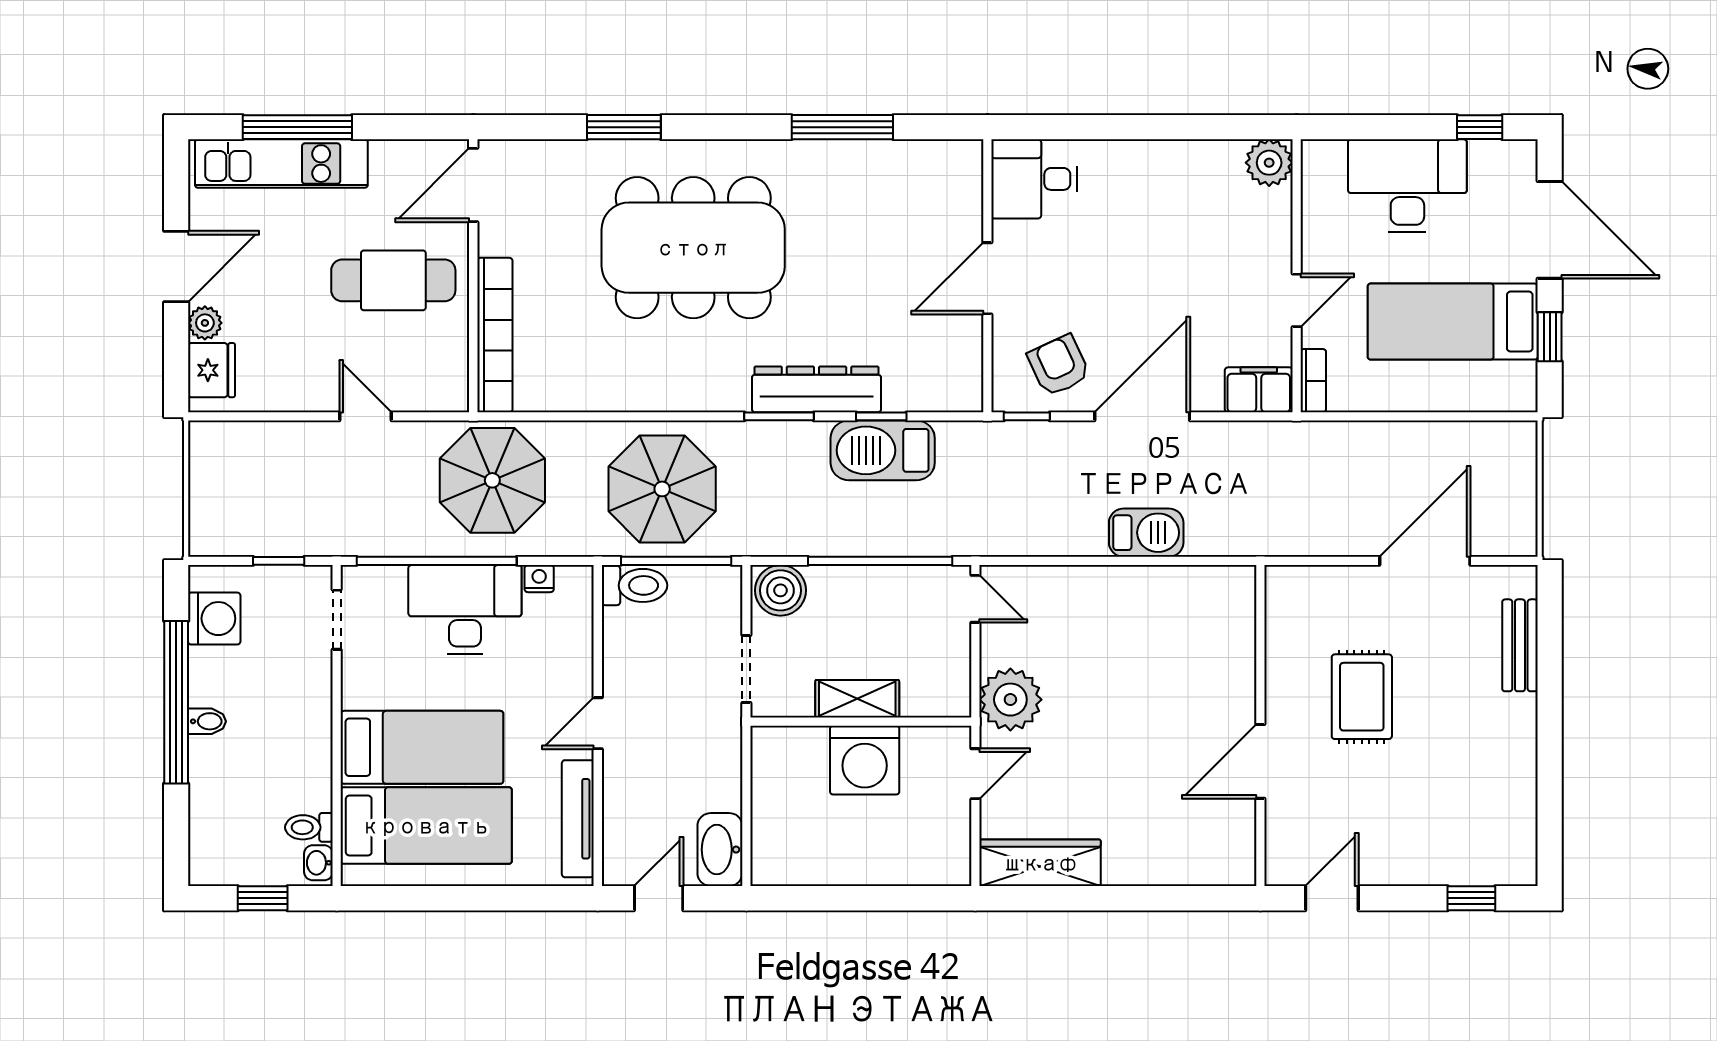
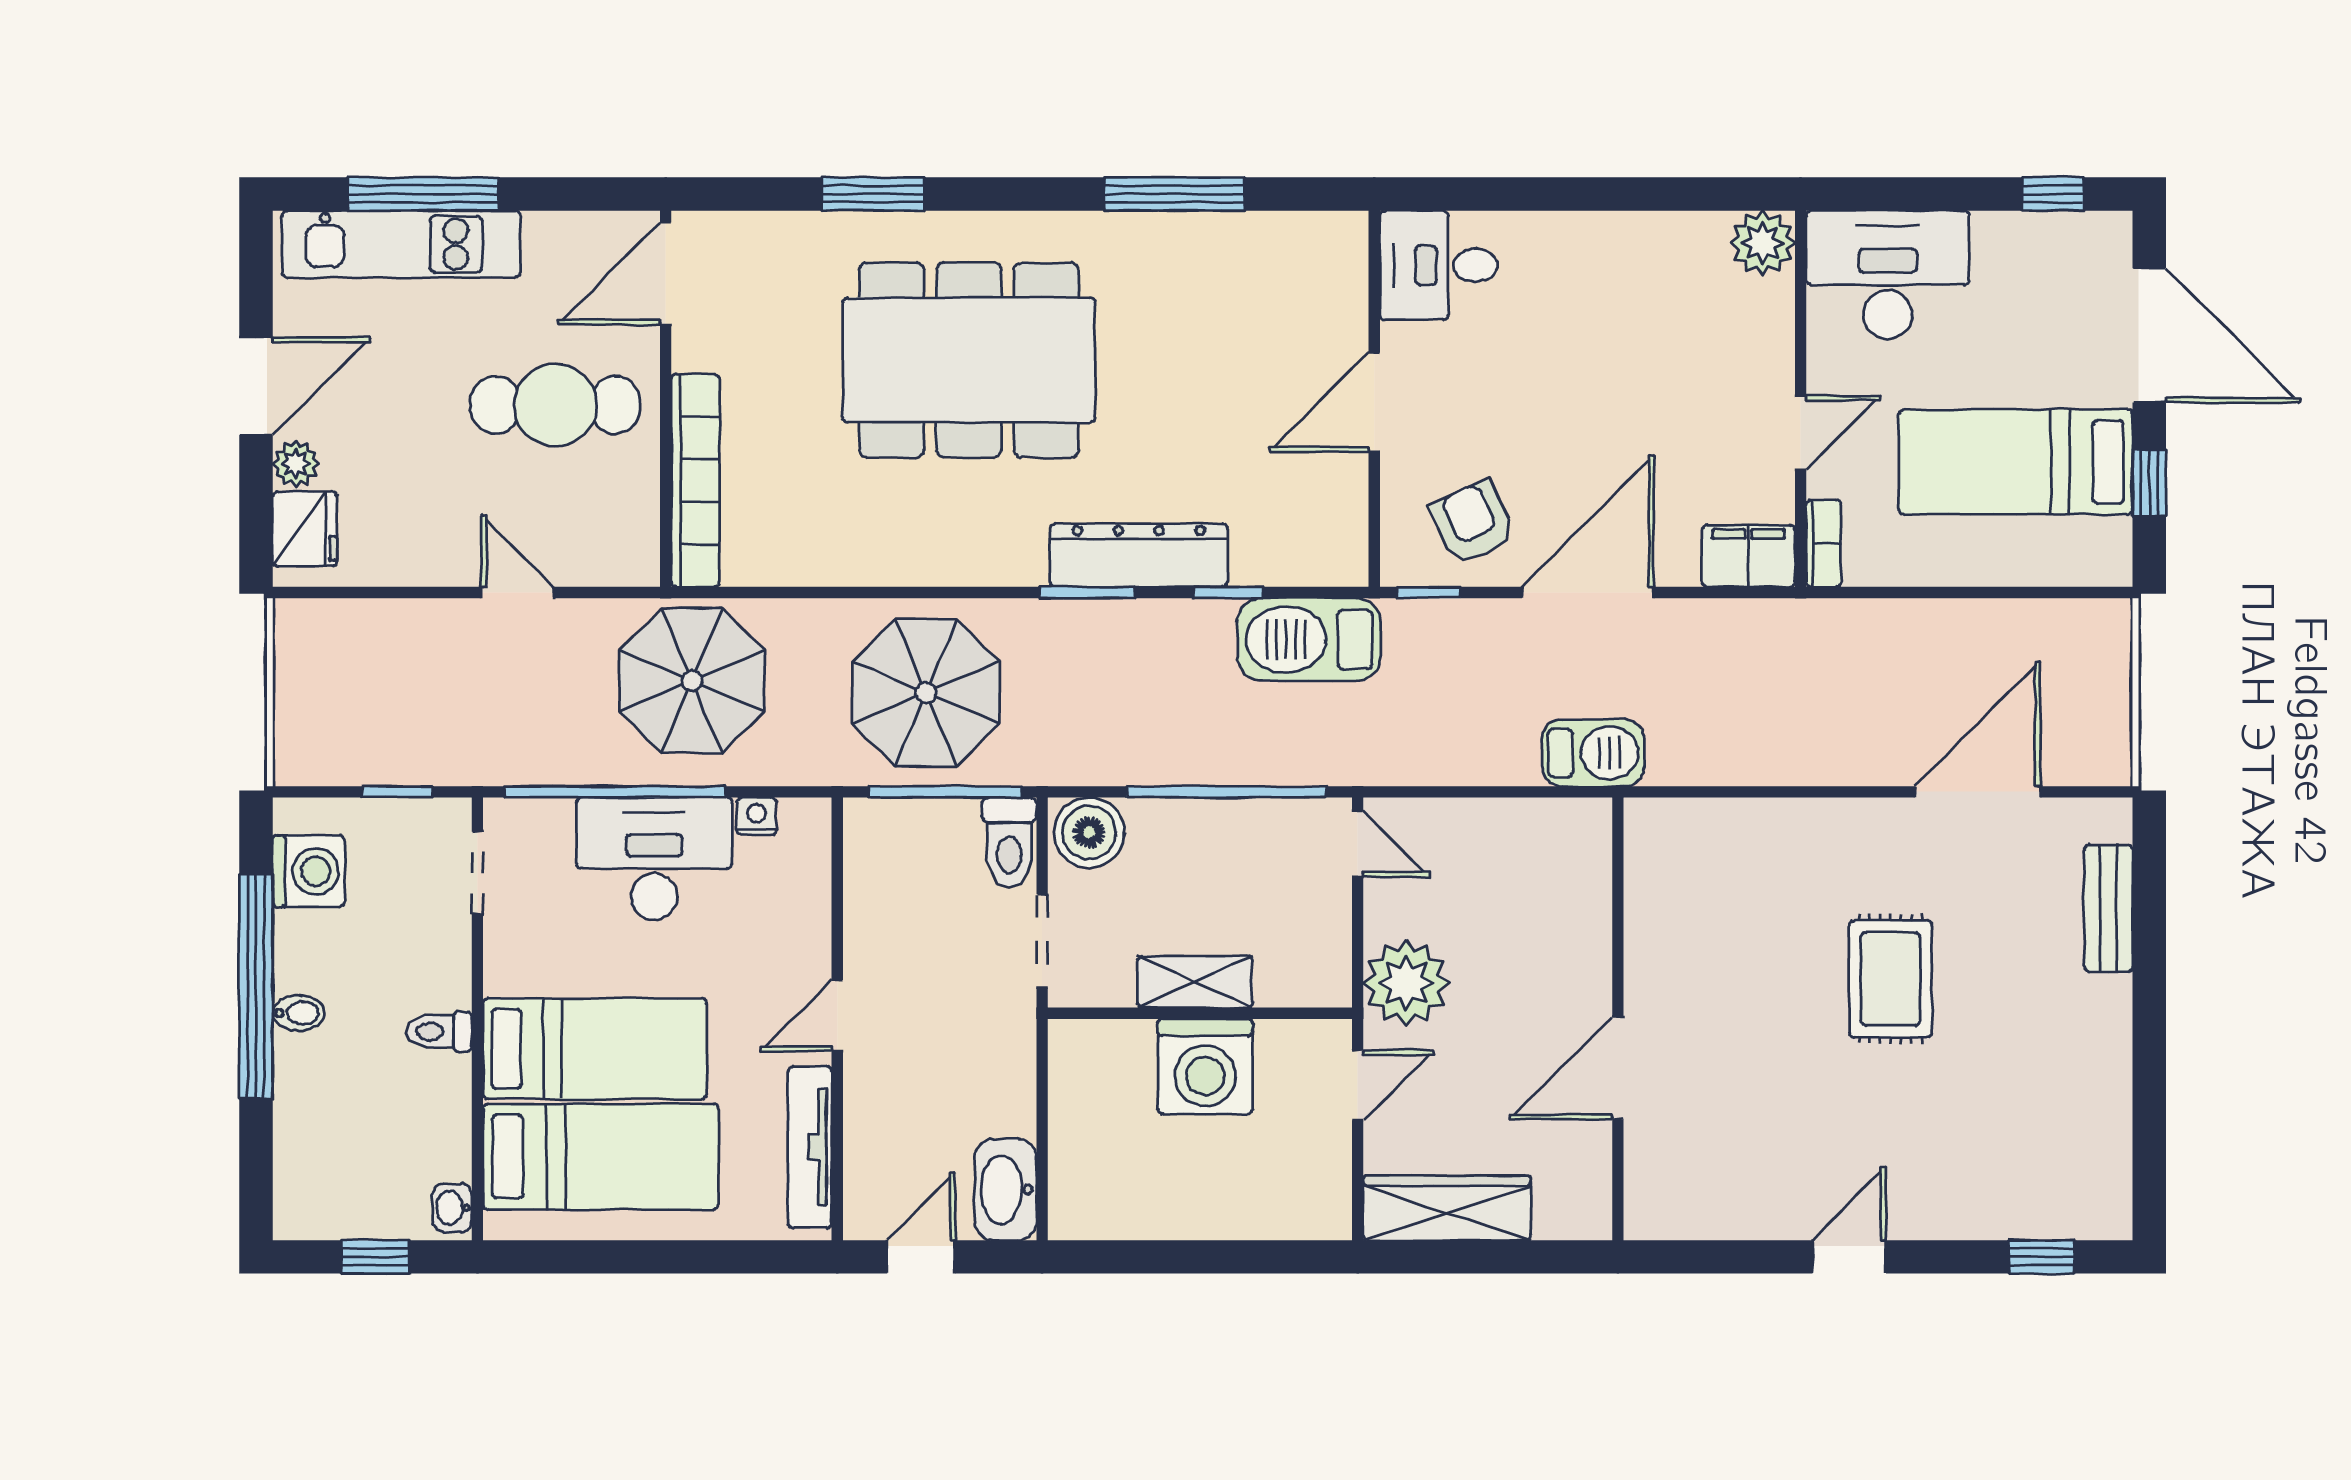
desk: (1407, 186) -> (1888, 275), moved
barbecue: (883, 450) -> (1309, 639), moved
toilet: (634, 585) -> (1009, 842), moved, turned 90
wall: (1260, 726) -> (1618, 1019), moved
door: (1260, 761) -> (1618, 1068), moved
toilet: (309, 827) -> (439, 1032), moved

